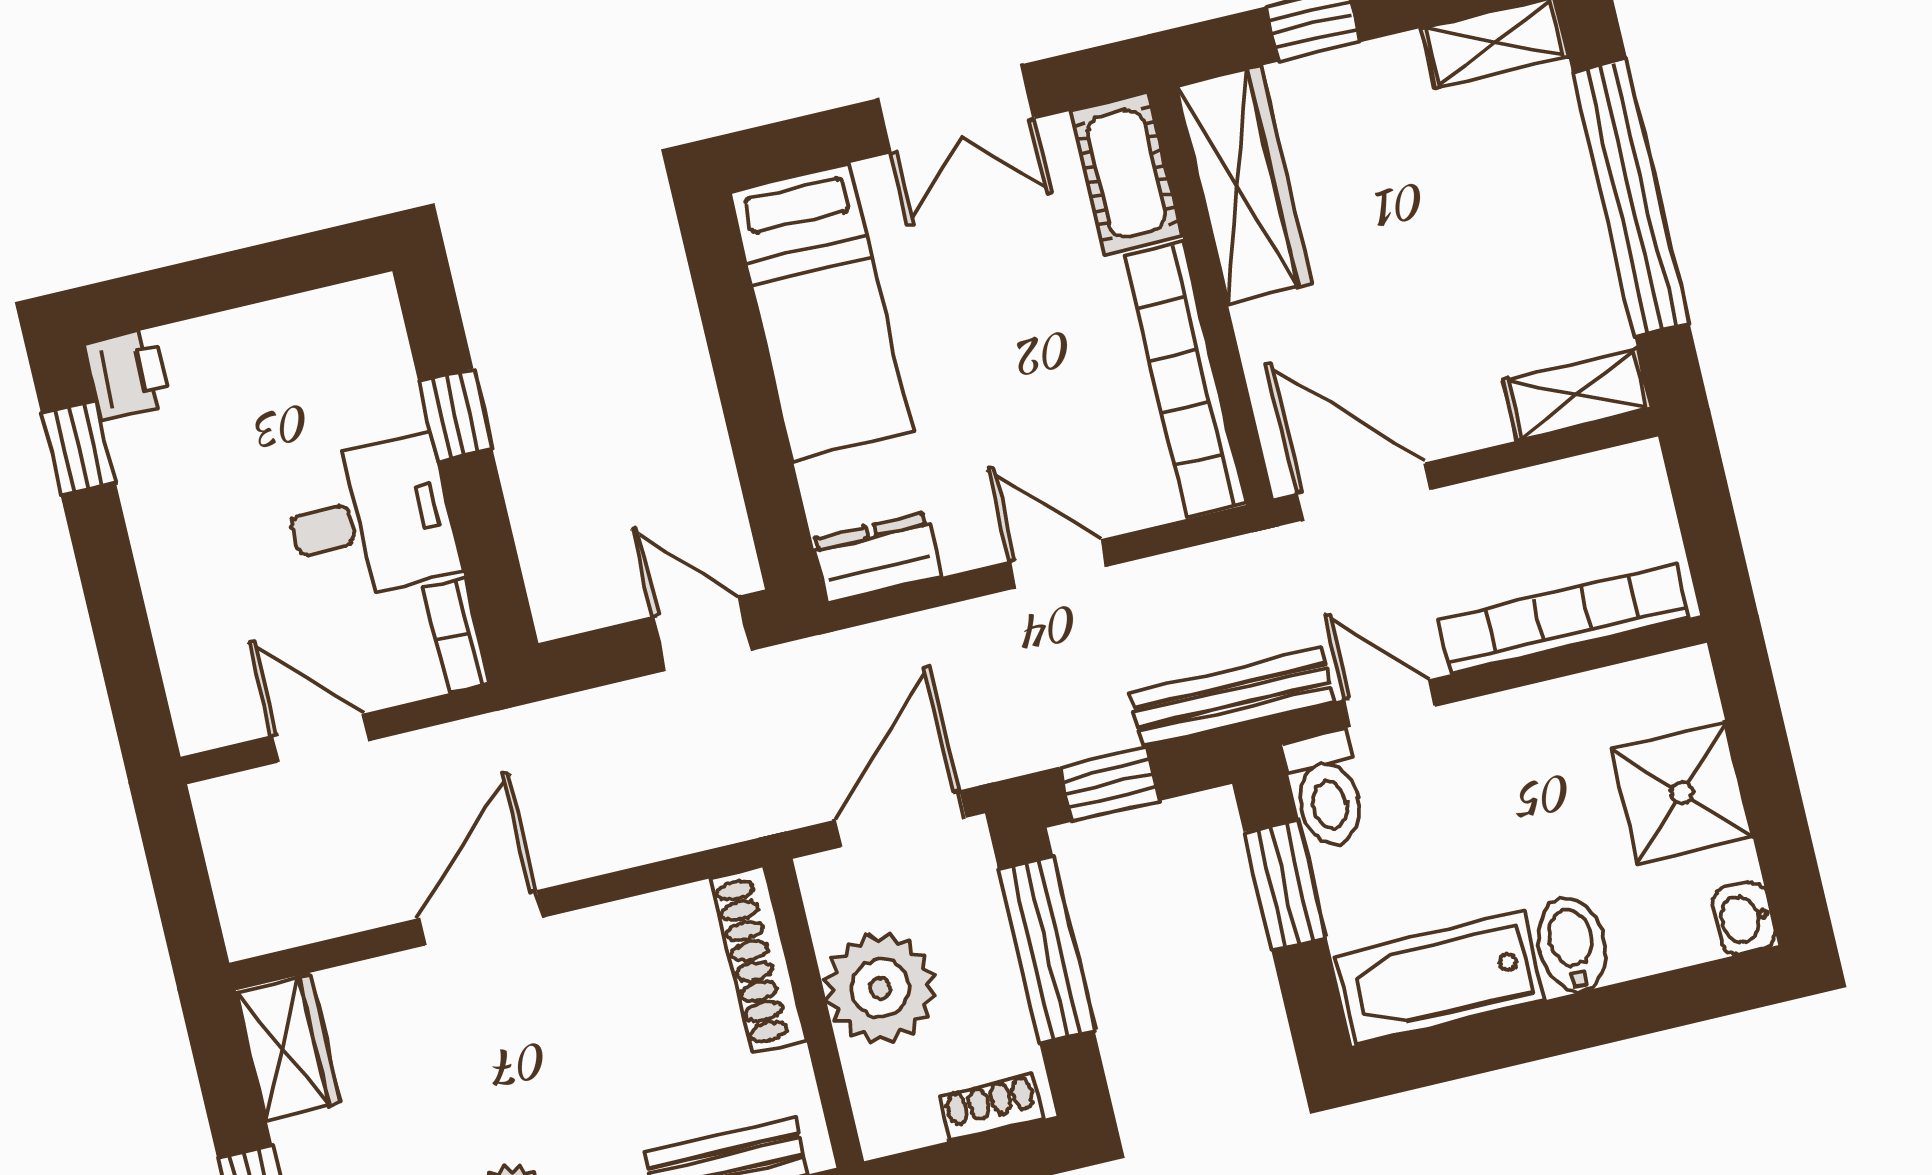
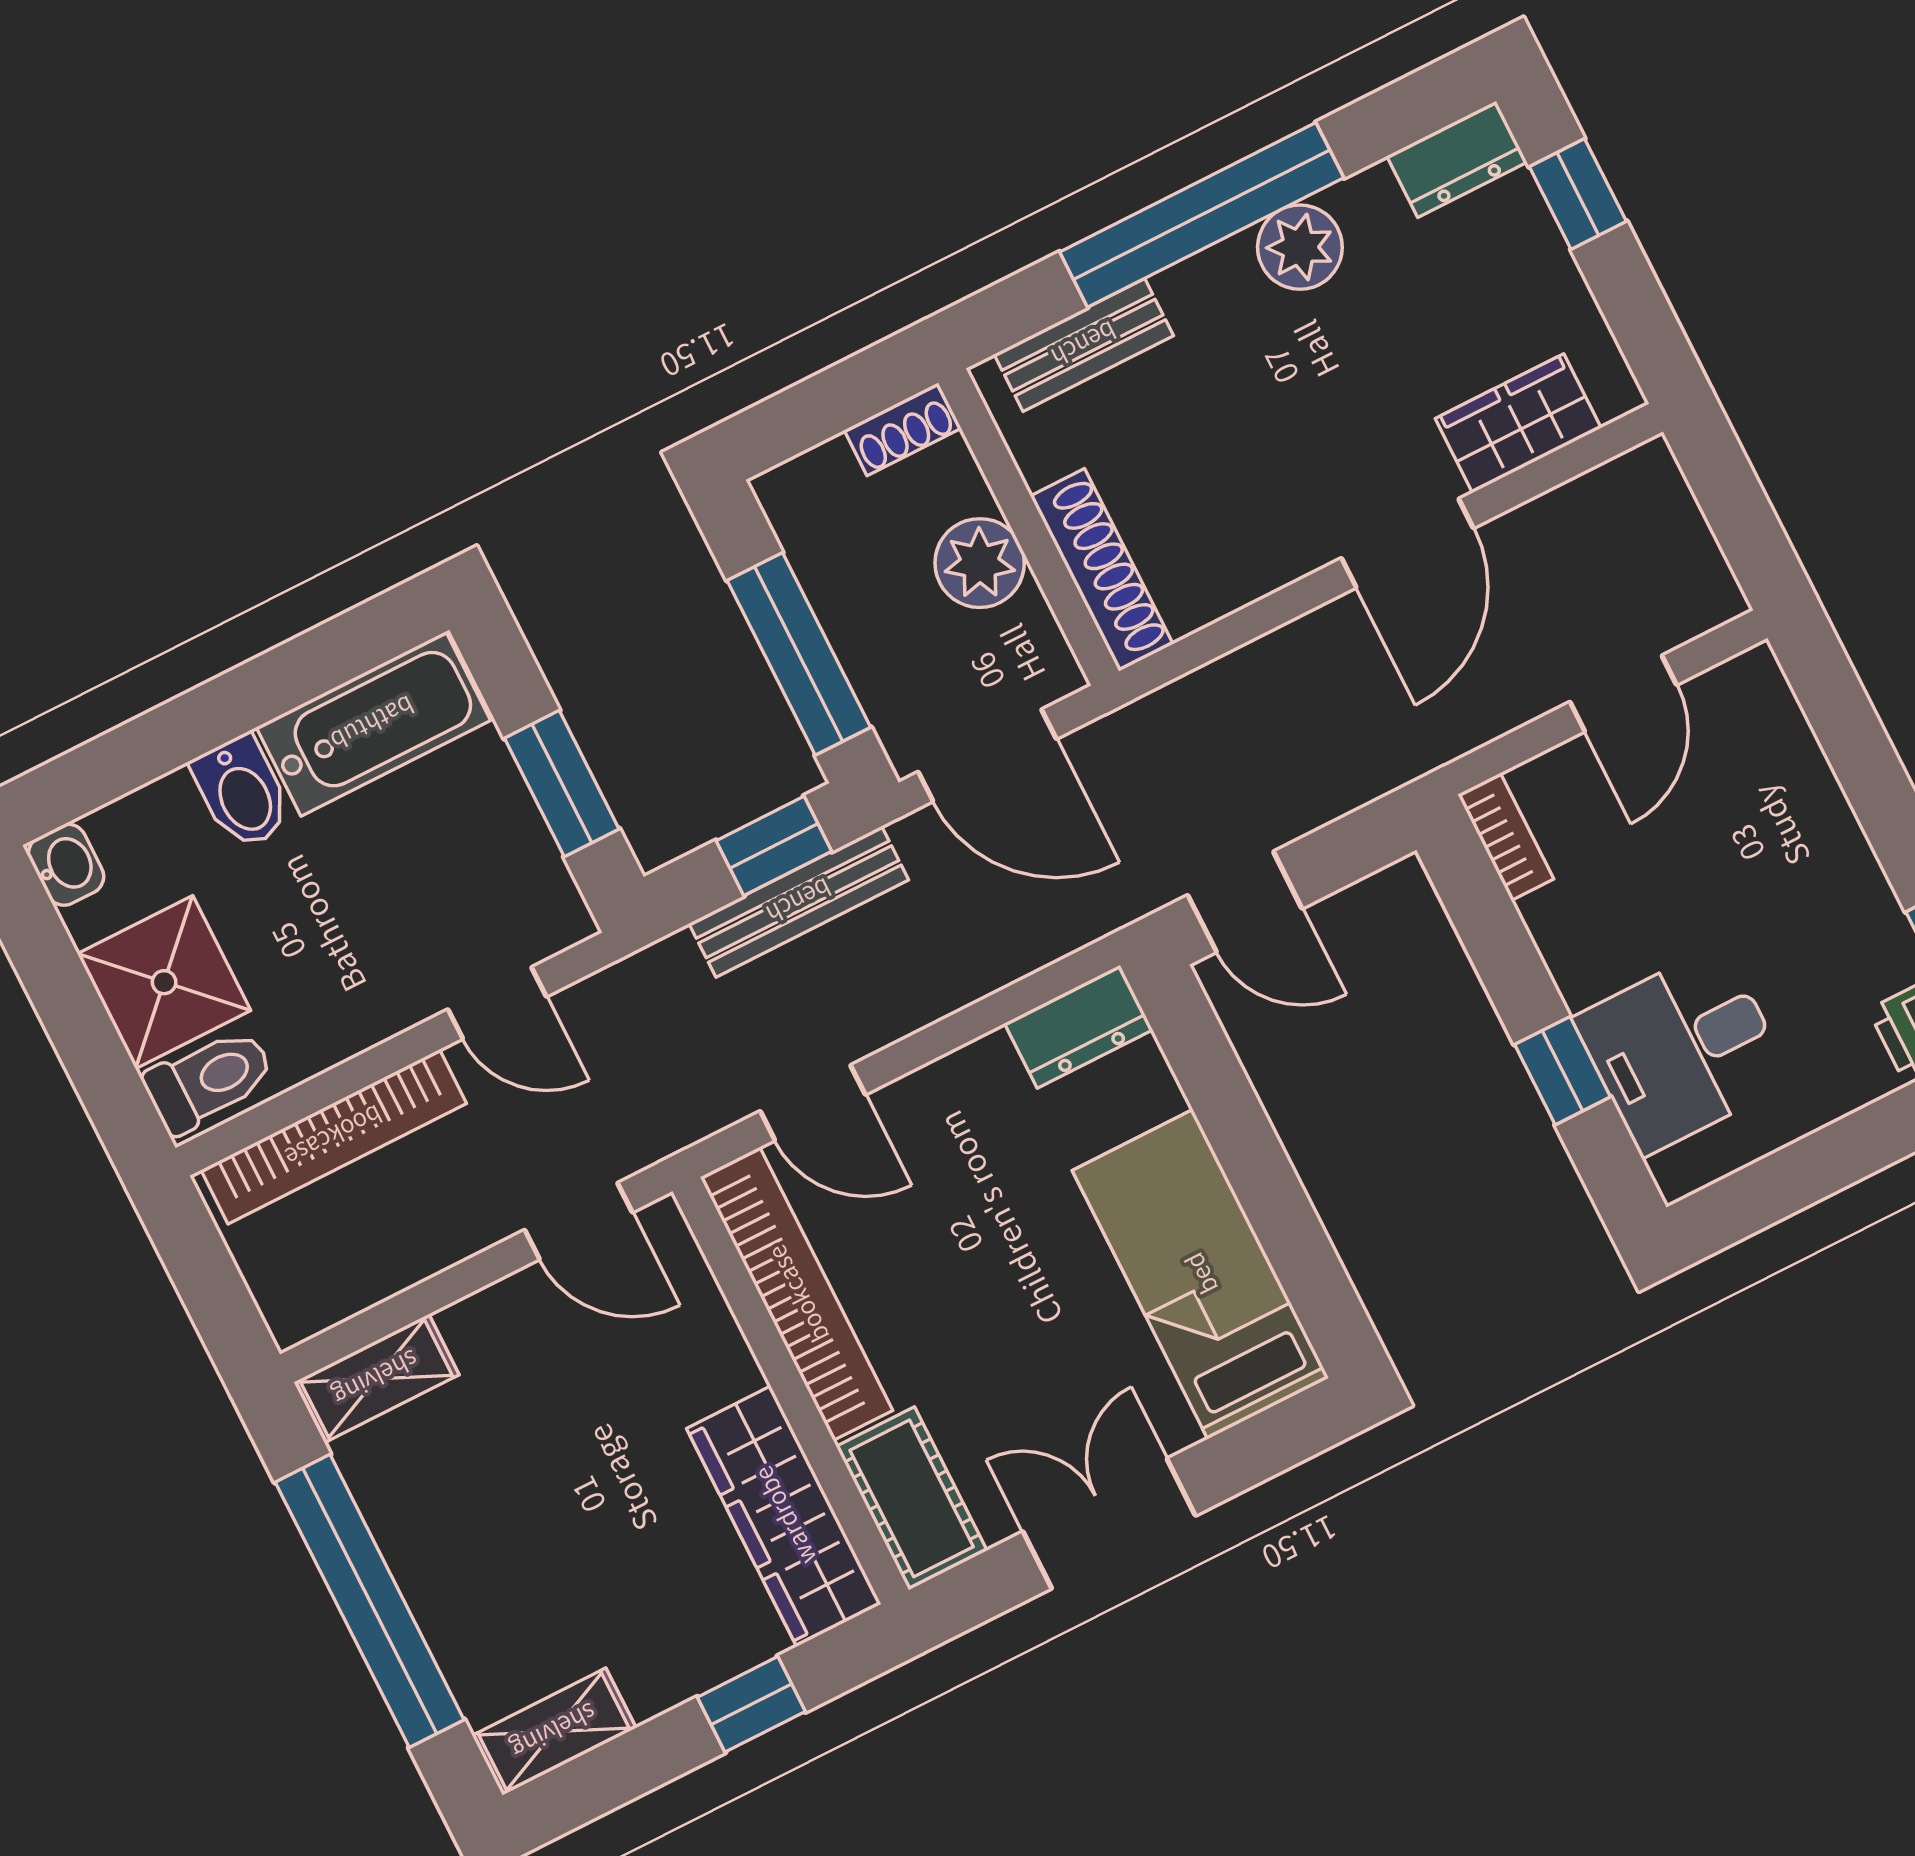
door: (1364, 492) -> (579, 1221), width x0.73
desk: (370, 519) -> (1683, 1050), moved
door: (1058, 564) -> (813, 1103), moved
bench: (1232, 697) -> (799, 902), moved
door: (321, 738) -> (1623, 693), hinge flipped
toilet: (1326, 790) -> (209, 1080), moved, turned 90
door: (900, 819) -> (987, 755), hinge flipped
plant: (880, 988) -> (980, 563), width x0.73, depth x0.73
wardrobe: (289, 1048) -> (1518, 423), moved, turned 90
shoe rack: (991, 1107) -> (903, 429), moved

